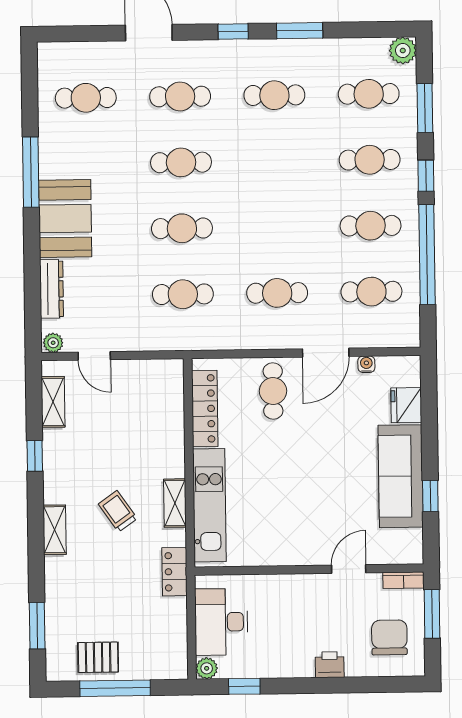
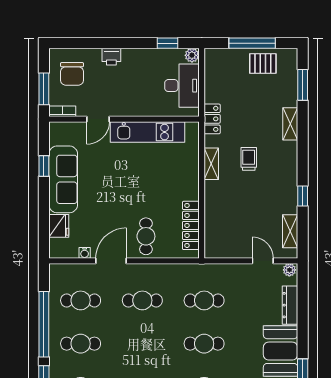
kitchen unit: (209, 505) -> (147, 132), moved, turned -90
trolley: (118, 511) -> (249, 159), turned -145
shelving: (55, 530) -> (290, 124), moved

